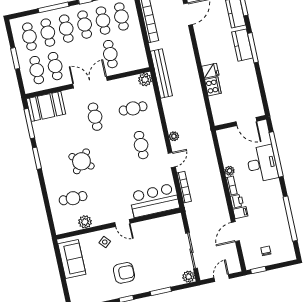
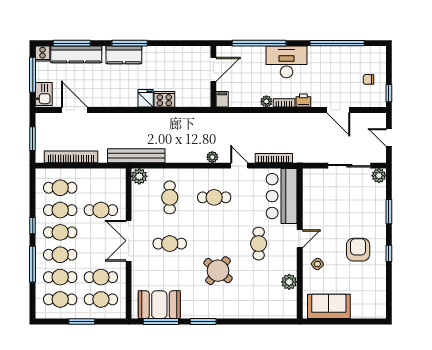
booth: (46, 106) -> (159, 305), moved, turned 90
desk: (262, 164) -> (287, 62), moved
cafe table: (73, 198) -> (259, 244), moved
filing cabinet: (240, 213) -> (222, 99), moved

